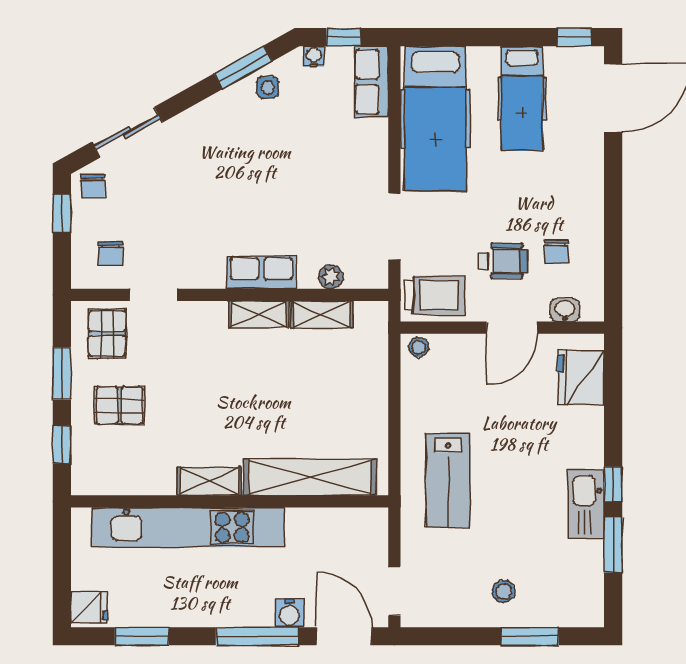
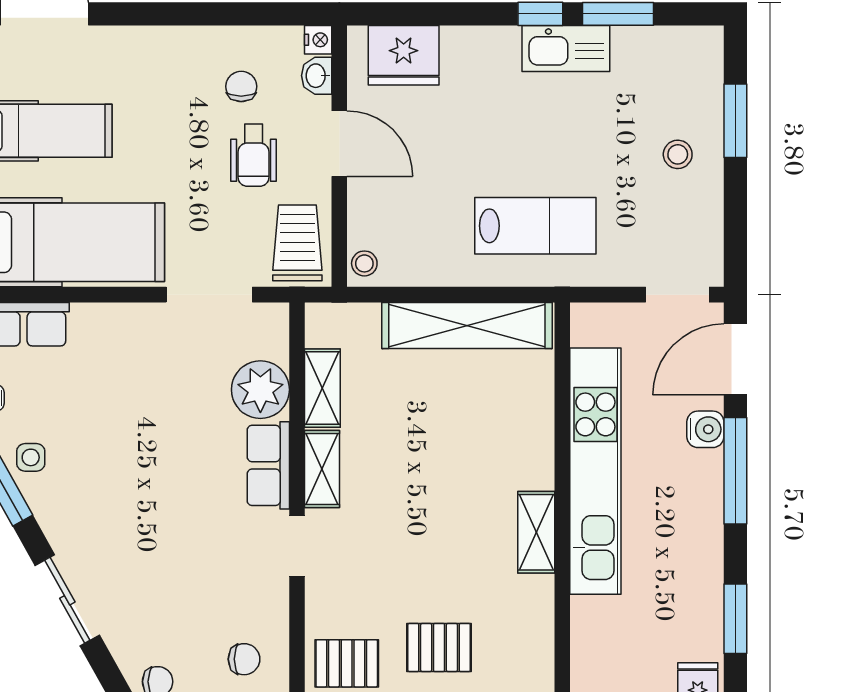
sliding door: (127, 132) -> (67, 600), moved
chair: (557, 251) -> (241, 86), turned -90
wheelchair: (503, 261) -> (254, 155), turned 180
plant: (331, 277) -> (260, 390), width x1.88, depth x1.88
doorway: (153, 295) -> (297, 546), moved
nightstand: (593, 311) -> (318, 40), added
pallet: (119, 405) -> (439, 647), turned 90
shelving: (310, 477) -> (467, 326), moved, turned 90
kitchen unit: (188, 527) -> (595, 471), moved

